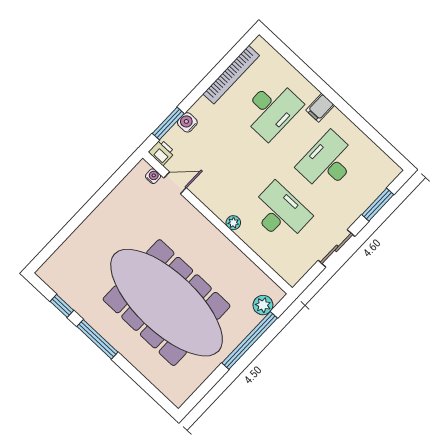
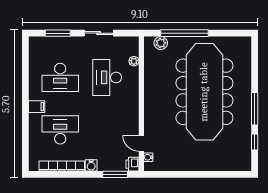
water cooler: (187, 122) -> (91, 165), moved
plant: (233, 223) -> (134, 61), moved

